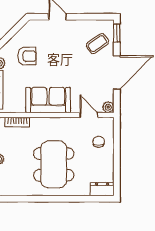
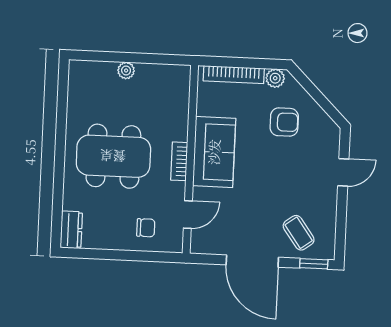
armchair: (27, 56) -> (284, 122), turned -90
plant: (108, 107) -> (199, 245), removed
bookcase: (17, 122) -> (179, 161), moved

